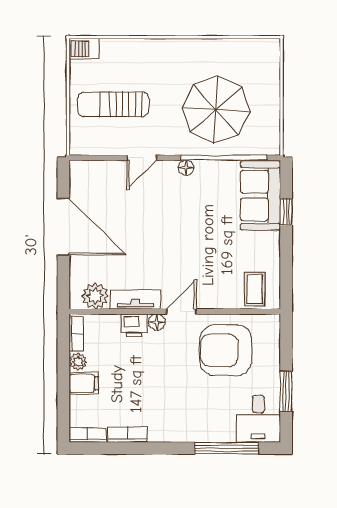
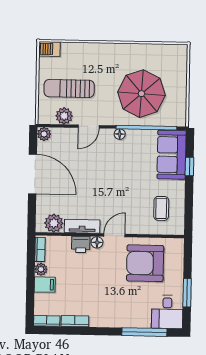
plant: (107, 143) -> (64, 116), added
plant: (79, 170) -> (44, 134), added
coffee table: (254, 289) -> (161, 208), moved

